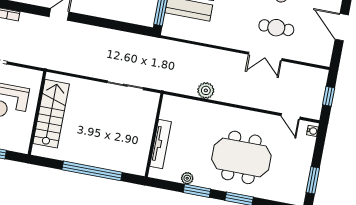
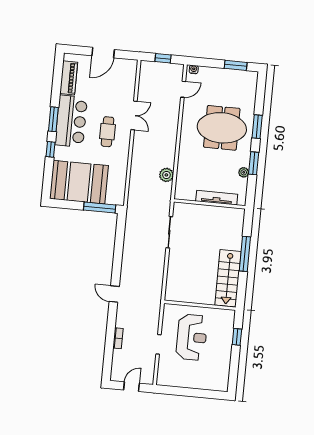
cafe table: (276, 28) -> (107, 132), moved
plant: (206, 90) -> (166, 175), moved
stairs: (51, 114) -> (228, 278), moved, turned -90
meeting table: (241, 157) -> (222, 128), turned 90
window: (92, 171) -> (245, 254), width x0.68

